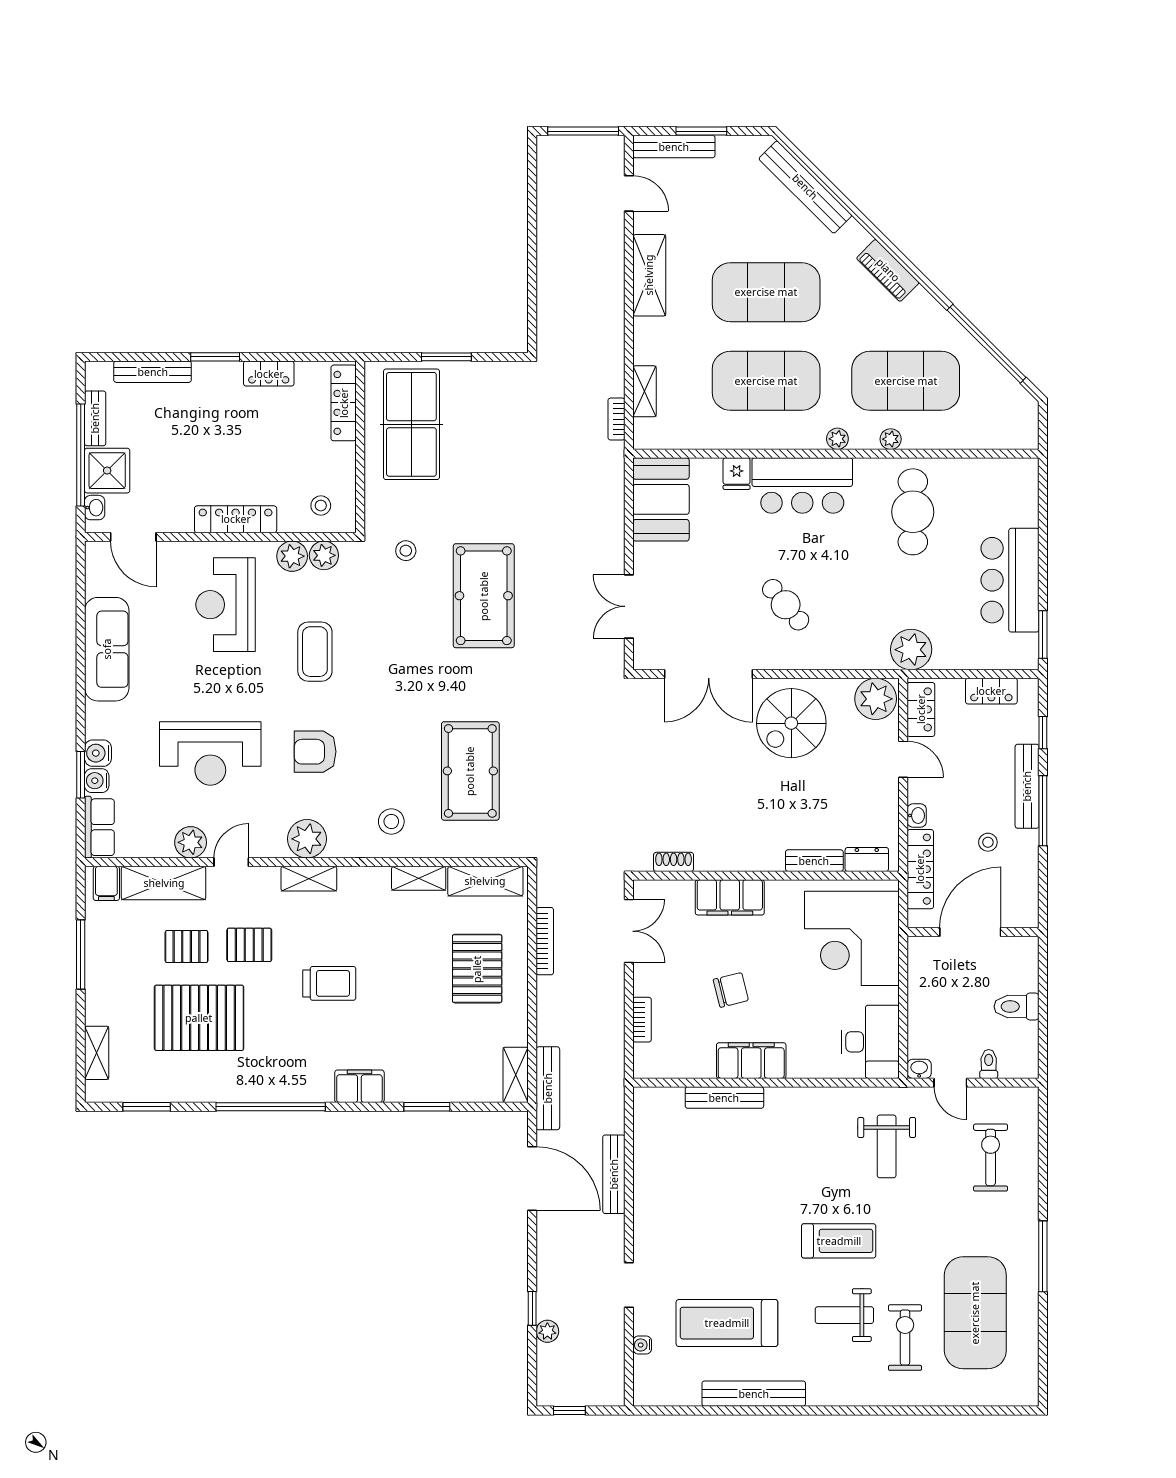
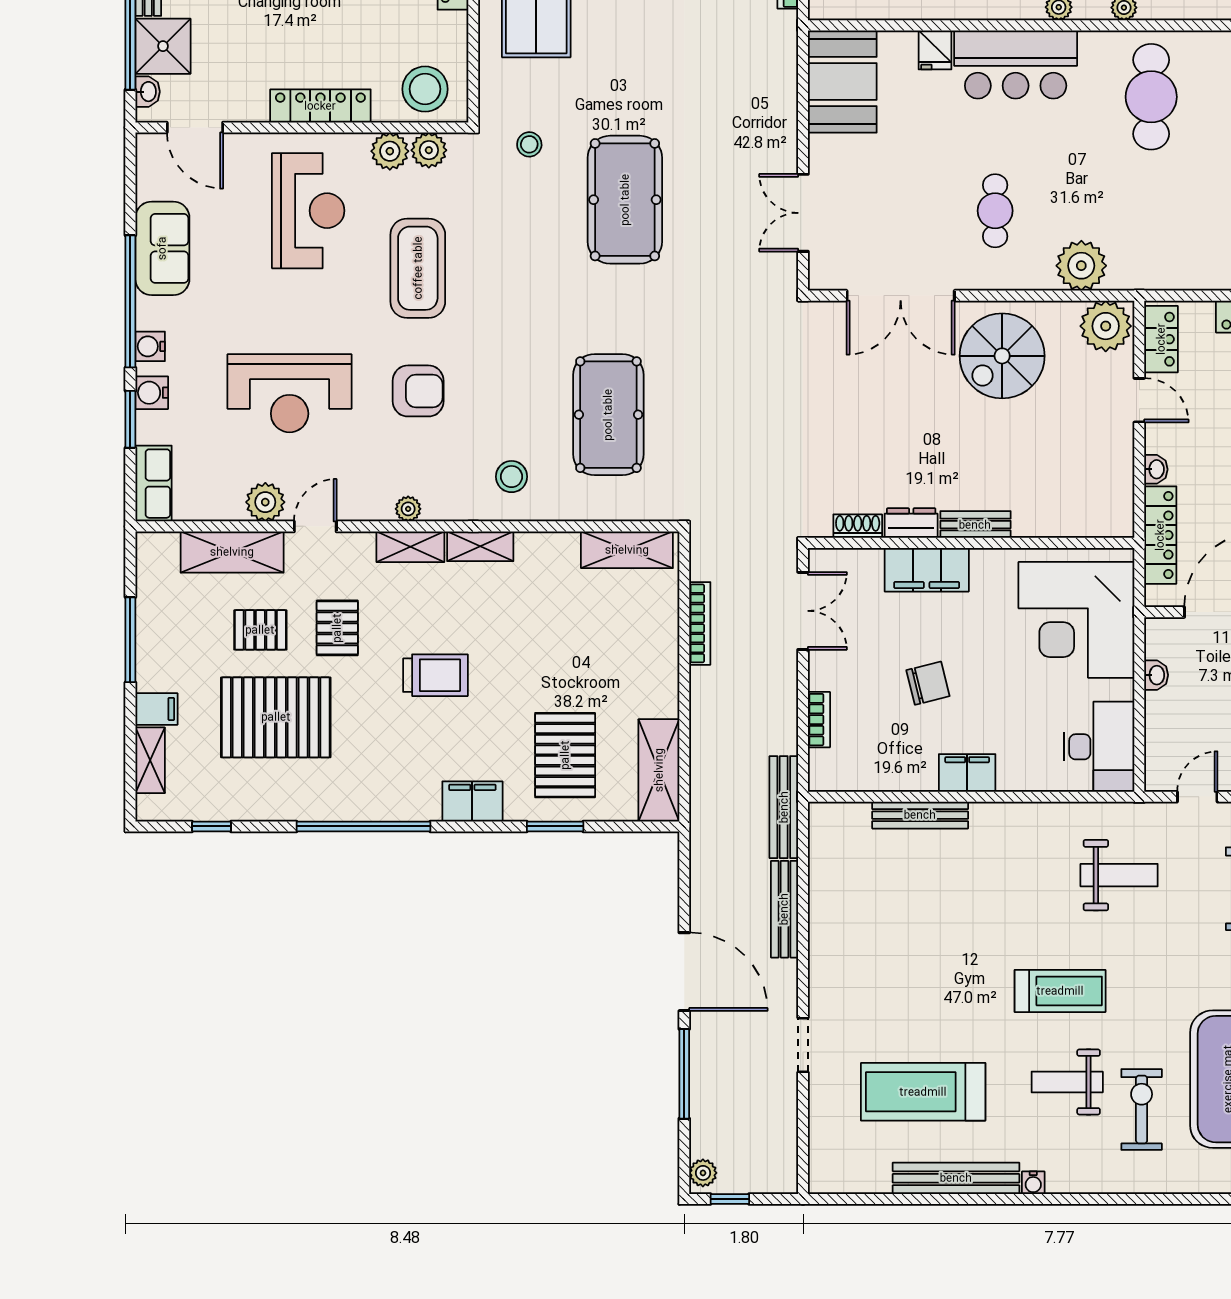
stool: (321, 506) -> (425, 89), width x1.89, depth x1.89
reception desk: (226, 605) -> (308, 211), turned 180
cafe table: (786, 605) -> (995, 211), turned 40
sofa: (107, 649) -> (162, 248), width x0.73
plant: (911, 650) -> (1081, 266), moved
coffee table: (315, 652) -> (418, 268), width x1.36, depth x1.32
window: (81, 679) -> (130, 301), added
armchair: (315, 752) -> (418, 391), turned 180
water cooler: (97, 781) -> (150, 346), moved
plant: (307, 839) -> (408, 509), width x0.53, depth x0.53
dresser: (867, 859) -> (911, 523), moved
bench: (814, 861) -> (975, 525), moved
shelving: (419, 878) -> (480, 546), moved
filing cabinet: (106, 883) -> (156, 709), moved, turned -90
pallet: (249, 945) -> (337, 628), turned 90
pallet: (477, 969) -> (565, 755), moved
filing cabinet: (751, 1061) -> (967, 773), width x0.67, depth x0.86
washbasin: (919, 1069) -> (1156, 675), moved, turned 90
shelving: (516, 1075) -> (659, 770), width x1.50, depth x1.33
door: (950, 1083) -> (1197, 797), swing flipped
bench: (548, 1088) -> (784, 807), moved
window: (147, 1107) -> (211, 826), width x0.67
weight bench: (887, 1146) -> (1119, 875), turned -90
door: (532, 1178) -> (684, 972), moved
window: (532, 1308) -> (684, 1074), width x2.17
plant: (547, 1331) -> (703, 1173), moved
water cooler: (642, 1345) -> (1033, 1183), moved, turned -90

